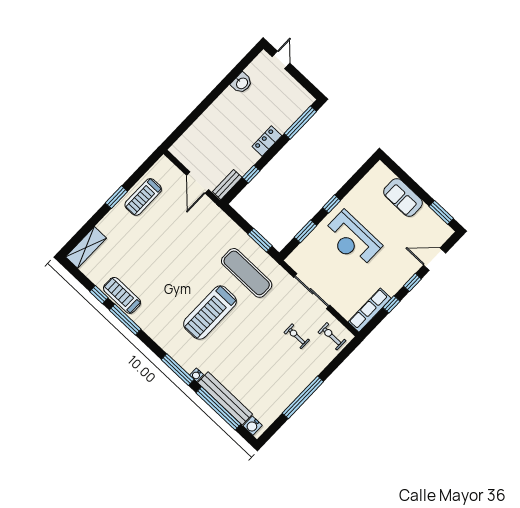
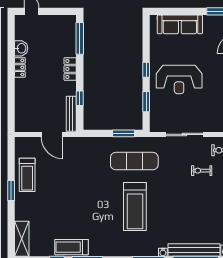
locker: (225, 99) -> (20, 67), added
bench: (227, 185) -> (71, 114), width x1.36
sofa: (403, 197) -> (180, 24), width x1.36

